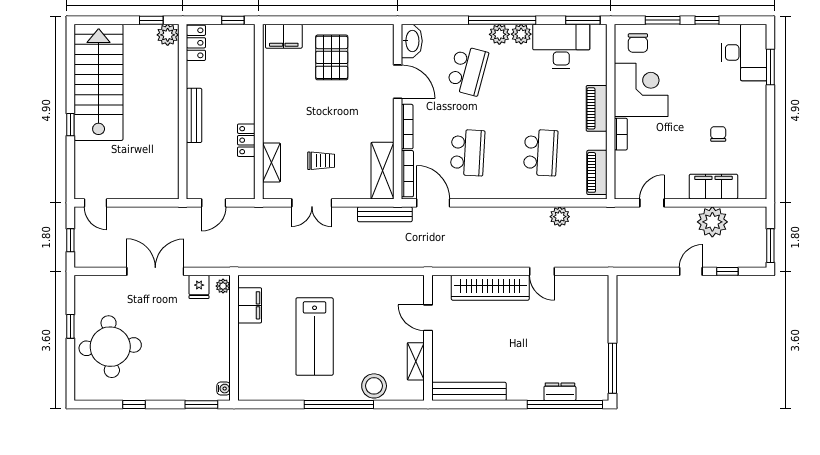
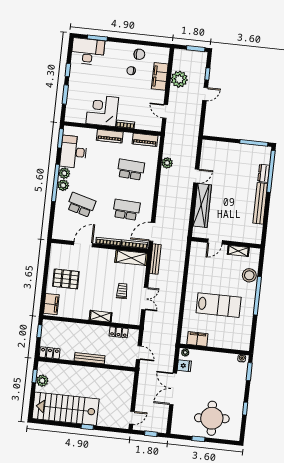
plant: (168, 35) -> (42, 381), moved
washbasin: (412, 41) -> (62, 234), removed
chair: (638, 43) -> (139, 54), moved
locker: (246, 140) -> (119, 332), moved
shelving: (271, 163) -> (101, 316), moved
door: (691, 271) -> (205, 94), swing flipped
bench: (469, 391) -> (260, 203), moved

